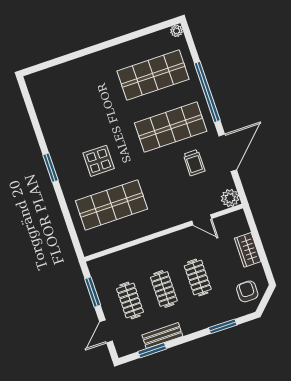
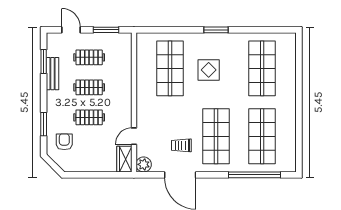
plant: (177, 31) -> (291, 167), removed
window: (207, 92) -> (255, 175), moved
shop shelf: (76, 101) -> (262, 68), added
wardrobe: (248, 250) -> (124, 159), moved, turned -90
armchair: (247, 291) -> (64, 142), moved, turned -90

